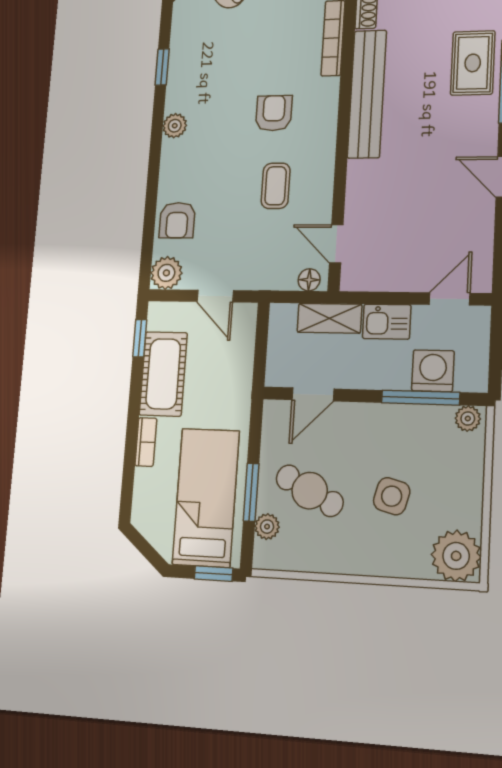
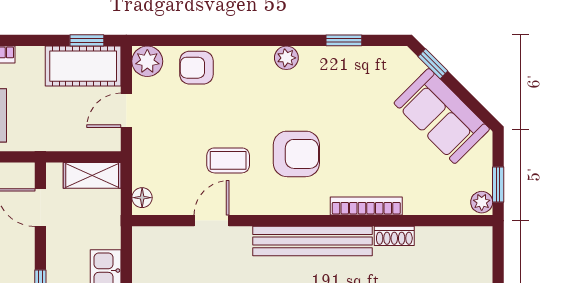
armchair: (274, 113) -> (296, 154), width x1.38, depth x1.38
door: (336, 244) -> (212, 221), moved
shelving: (329, 318) -> (92, 175), moved, turned 90
cot: (163, 374) -> (83, 66), moved

